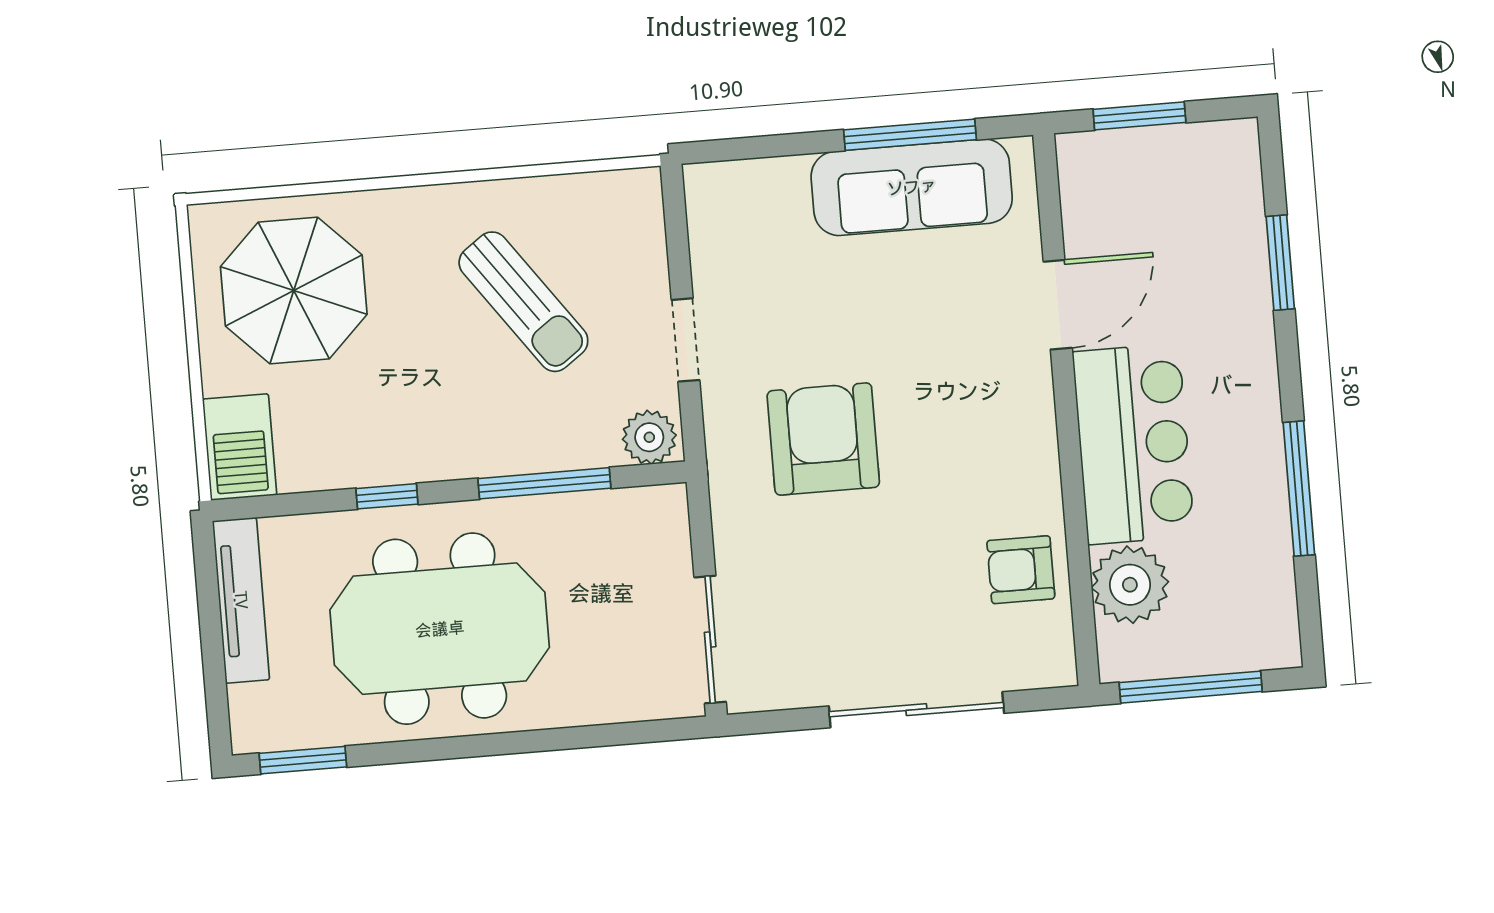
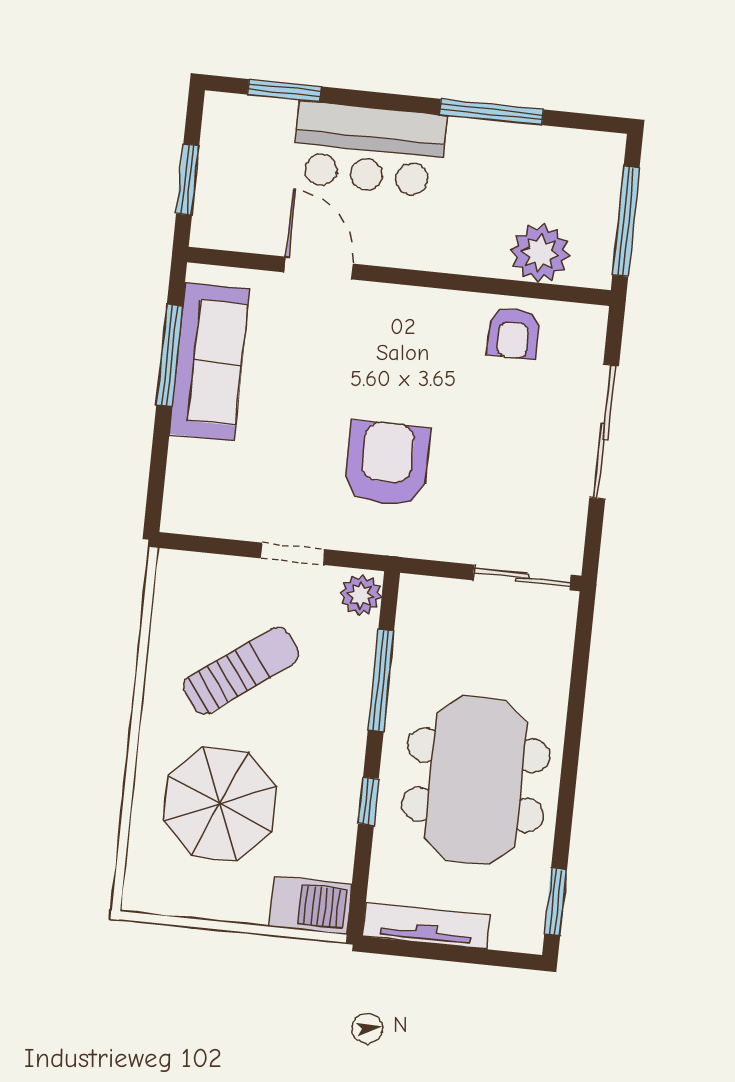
window: (1280, 263) -> (284, 91), moved
parasol: (294, 290) -> (220, 804), moved
armchair: (823, 439) -> (387, 464), turned 90
bar counter: (1133, 444) -> (369, 149), moved, turned 180

